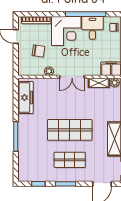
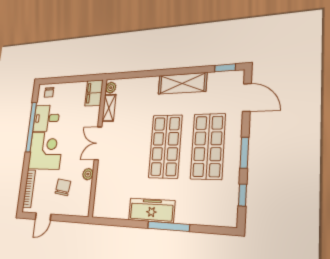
double door: (72, 77) -> (98, 143), swing flipped
freezer: (26, 98) -> (152, 210), moved
shop shelf: (70, 160) -> (208, 146), width x1.43, depth x1.36

